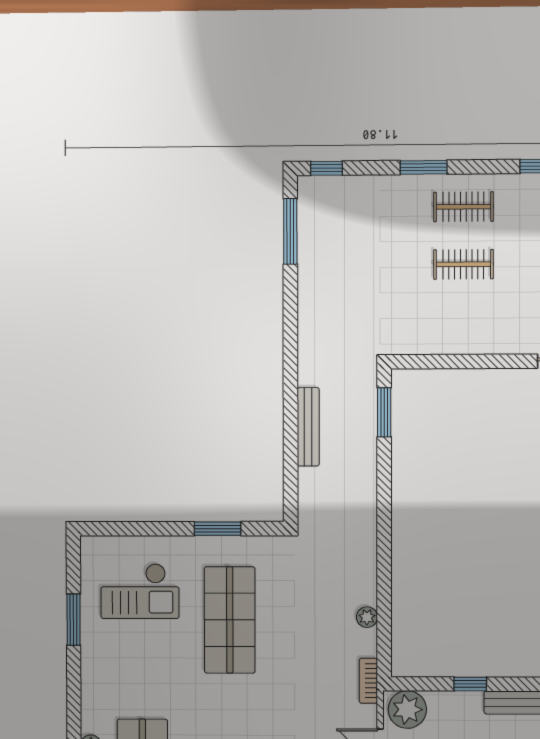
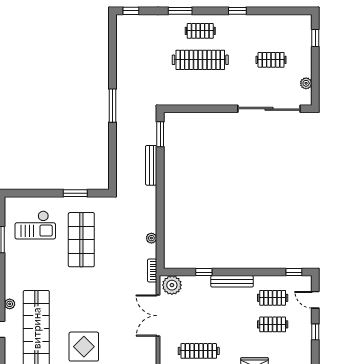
window: (290, 231) -> (113, 106), moved
clothes rail: (463, 264) -> (200, 60), width x1.86, depth x1.31
bench: (308, 427) -> (151, 165), moved

